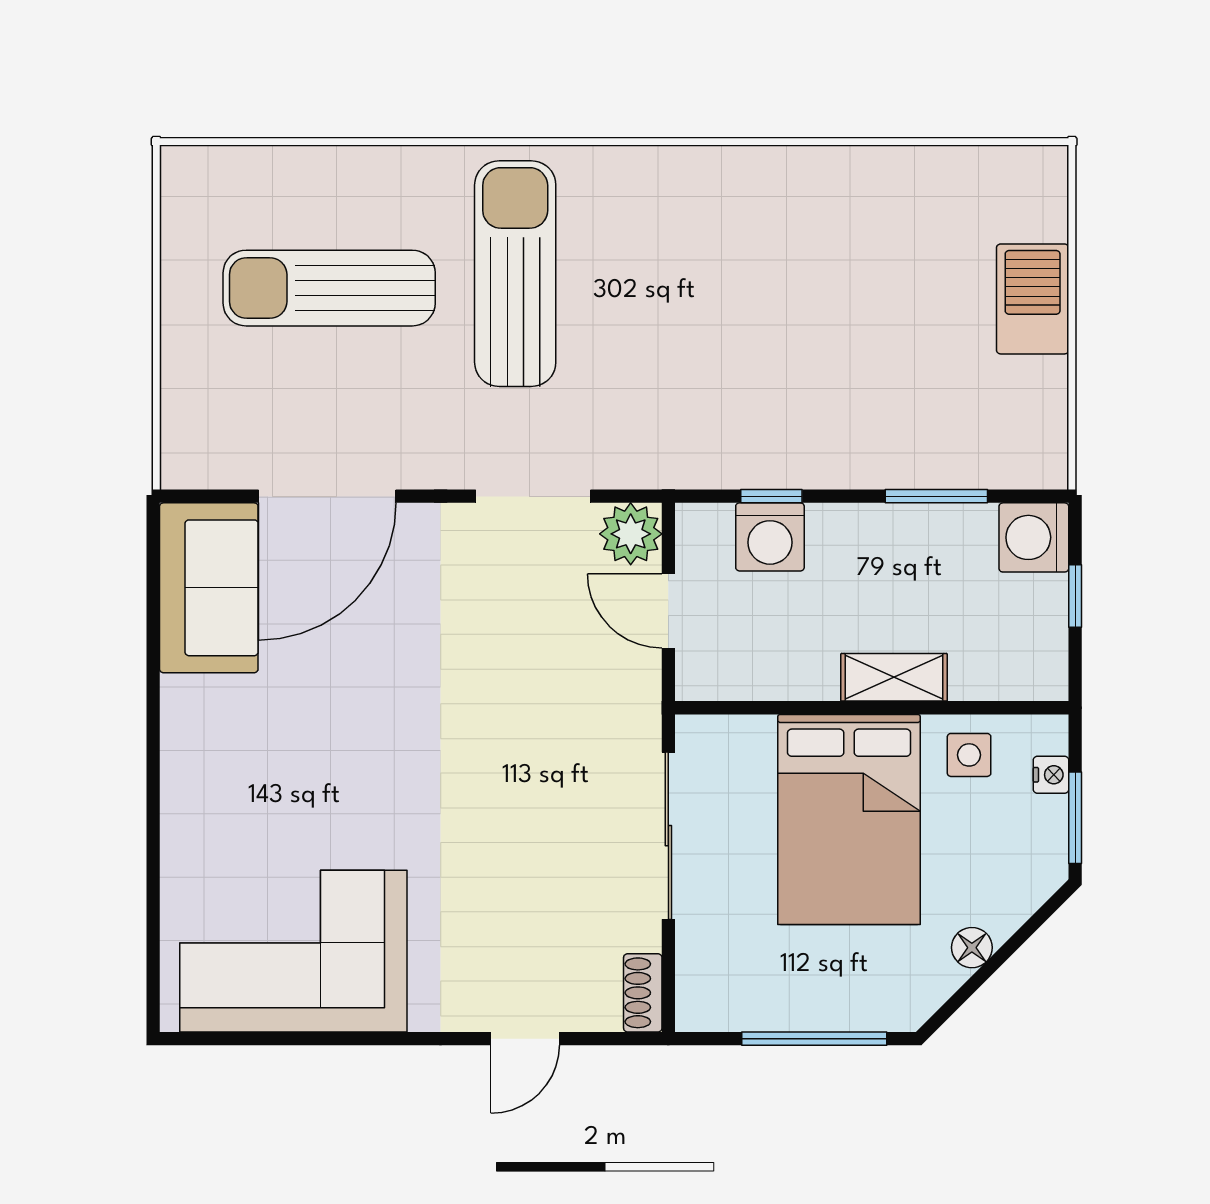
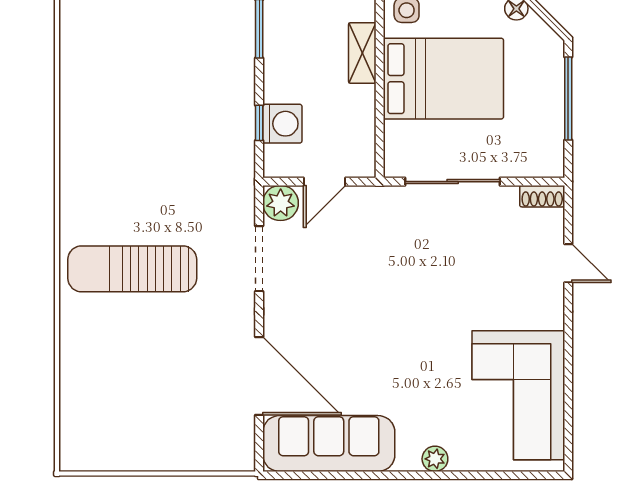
sun lounger: (329, 288) -> (140, 375), removed
sofa: (209, 588) -> (329, 444), width x1.36
plant: (182, 805) -> (435, 459), added

